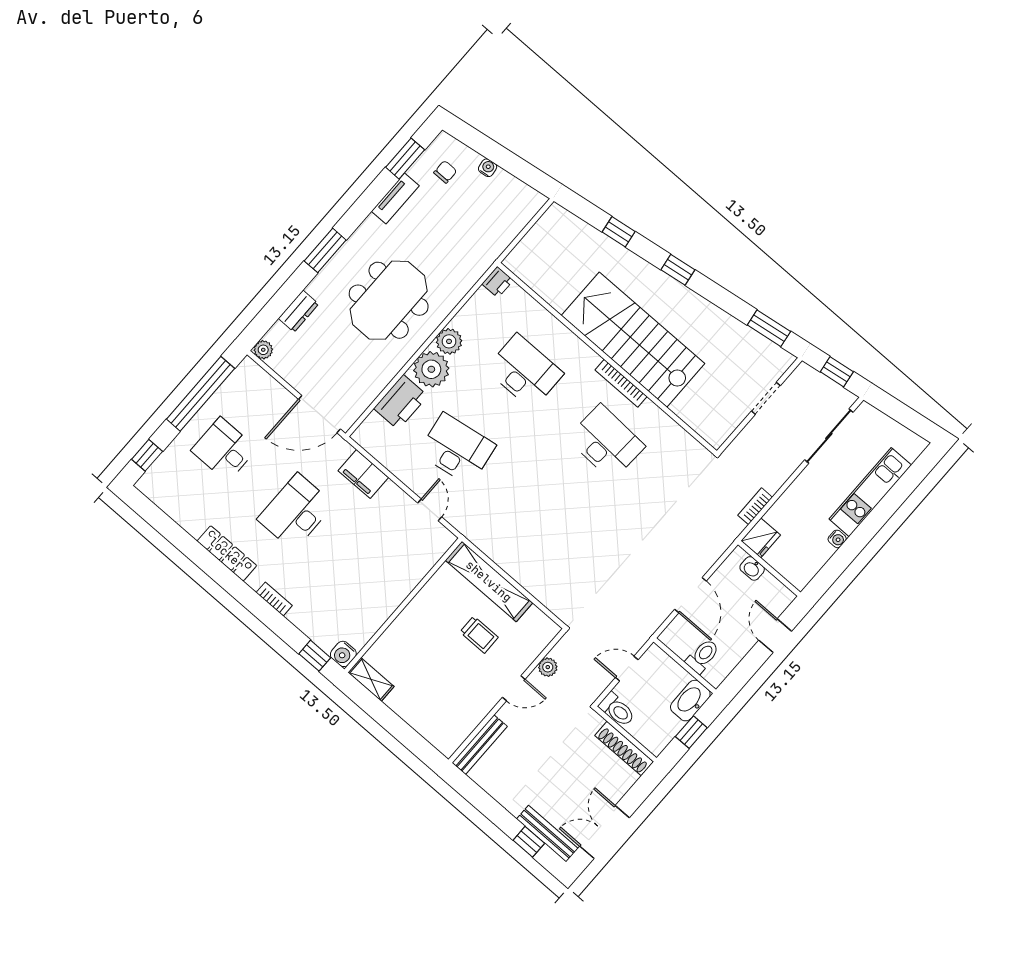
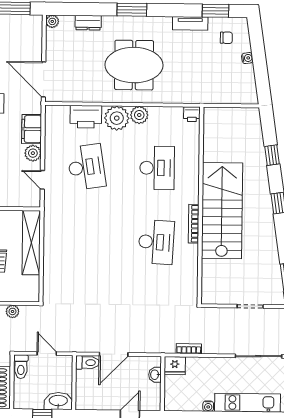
plant: (391, 495) -> (33, 153), added
door: (430, 510) -> (42, 180), swing flipped
toilet: (703, 656) -> (87, 363), moved

